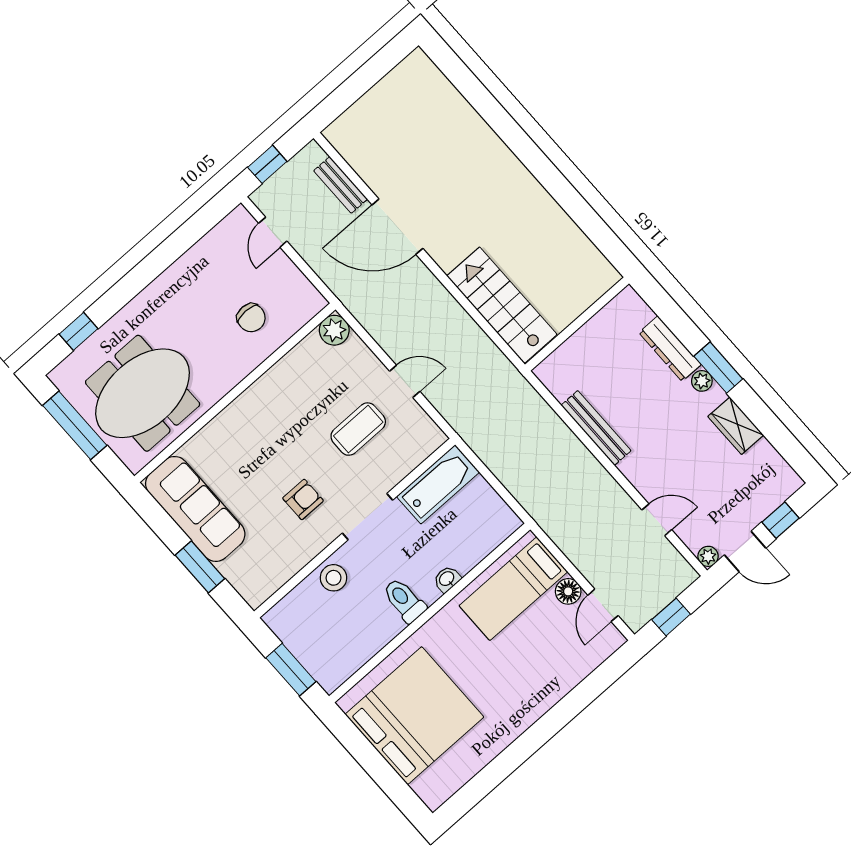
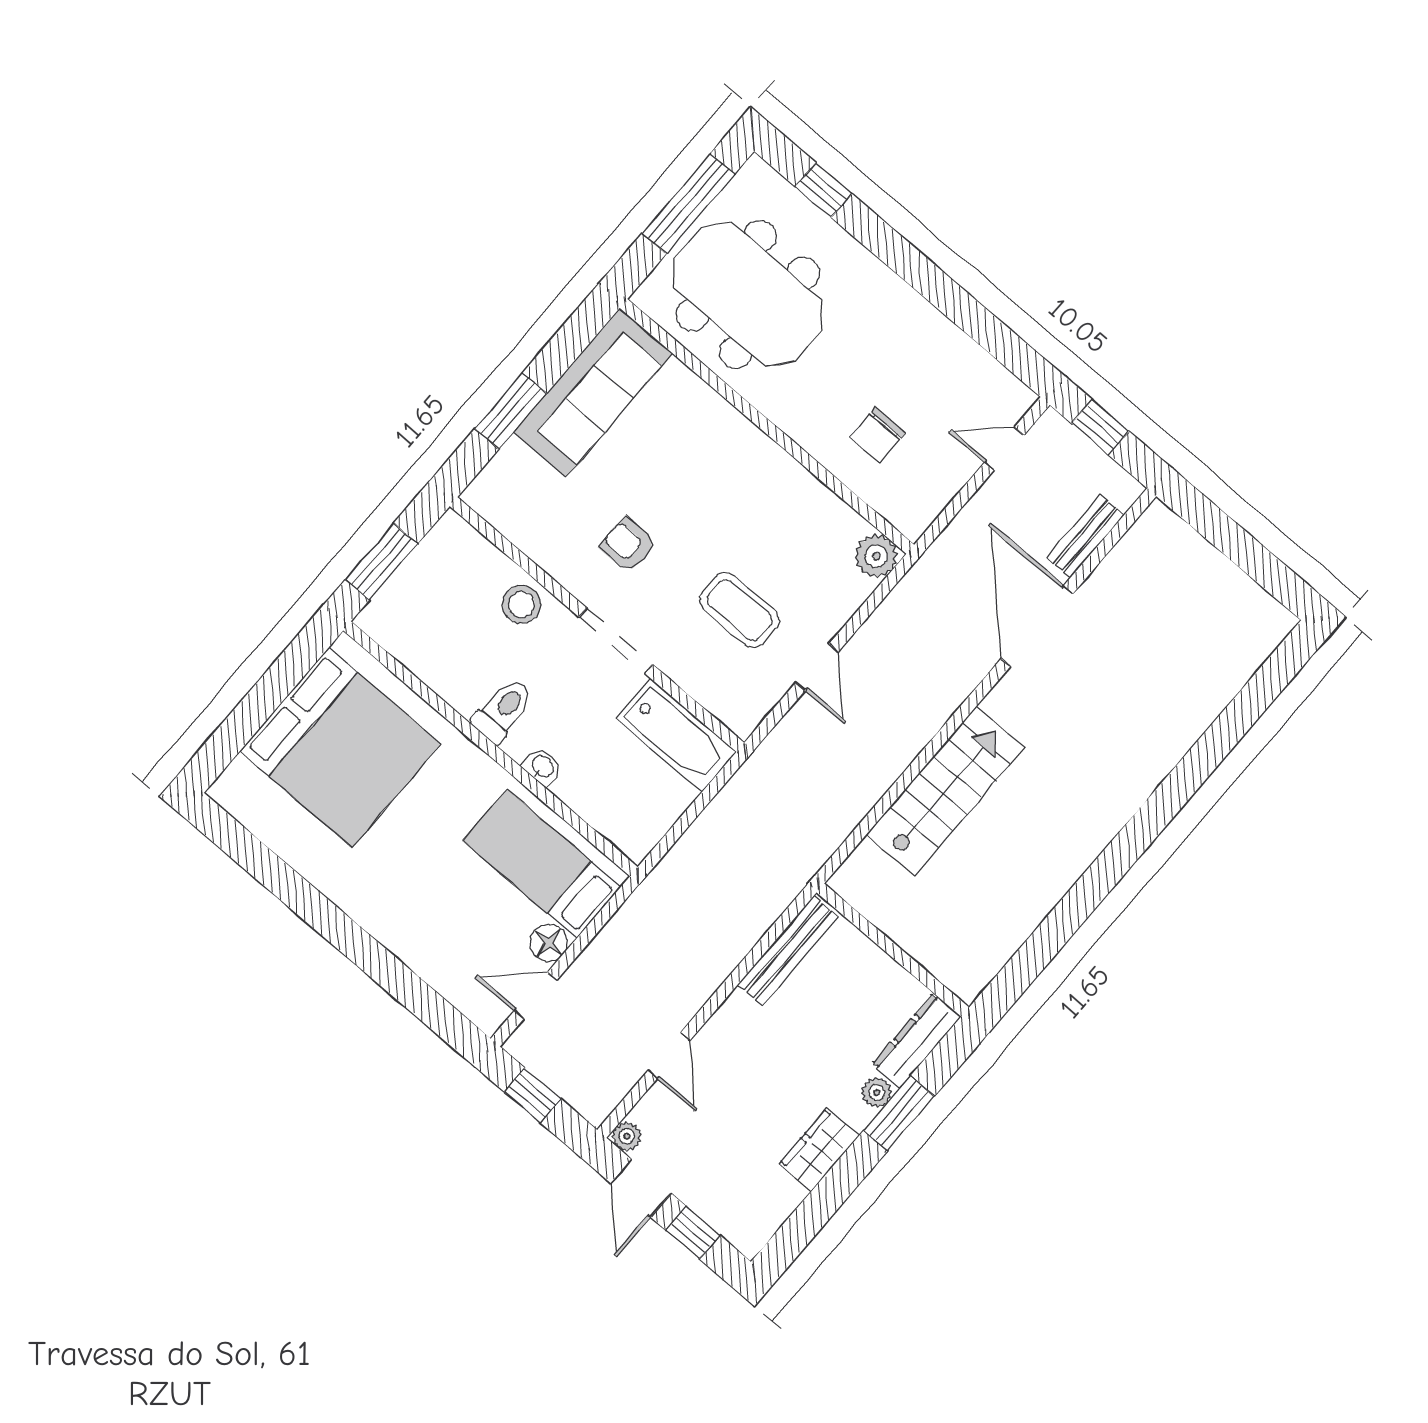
wall: (577, 324) -> (893, 950), moved
armchair: (303, 499) -> (628, 545), turned 180

